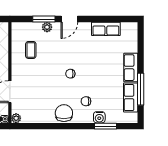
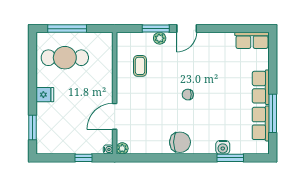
row of seats: (106, 29) -> (252, 40), moved
chair: (86, 101) -> (207, 128), removed
chair: (64, 113) -> (180, 142), turned 90

